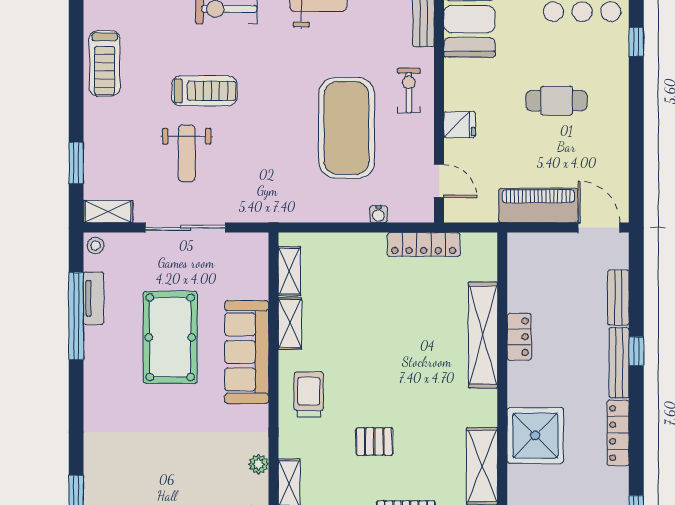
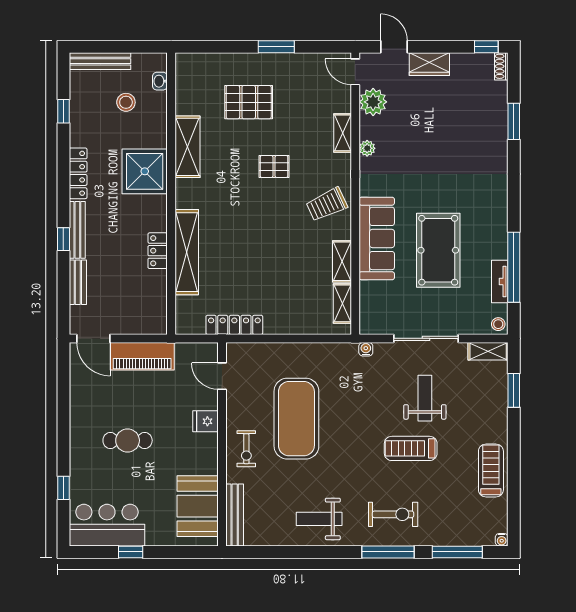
water cooler: (378, 214) -> (366, 349), moved
trolley: (309, 394) -> (327, 204), turned 65

